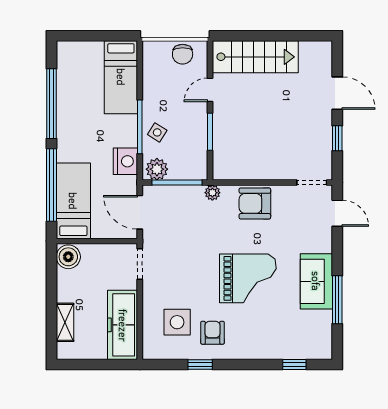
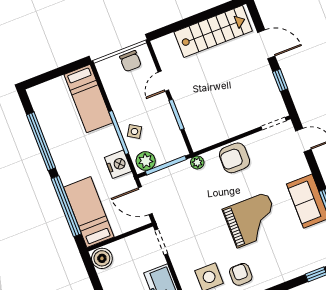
stairs: (255, 57) -> (213, 31), moved

